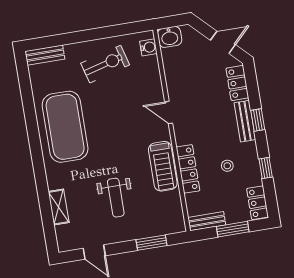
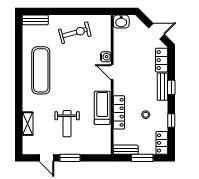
water cooler: (148, 47) -> (106, 57), moved
exercise mat: (65, 127) -> (41, 70), width x0.68
treadmill: (163, 166) -> (102, 108), turned 180
window: (151, 243) -> (70, 158), moved

